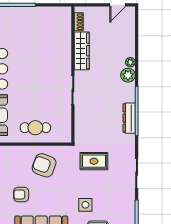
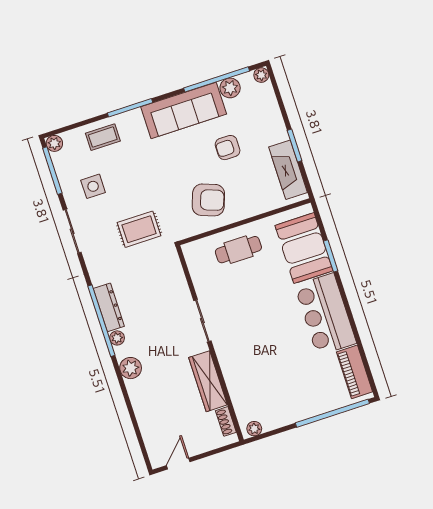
plant: (62, 11) -> (254, 429), added
plant: (130, 62) -> (117, 338), moved
armchair: (21, 195) -> (228, 148), turned 180
side table: (85, 205) -> (93, 186), moved

